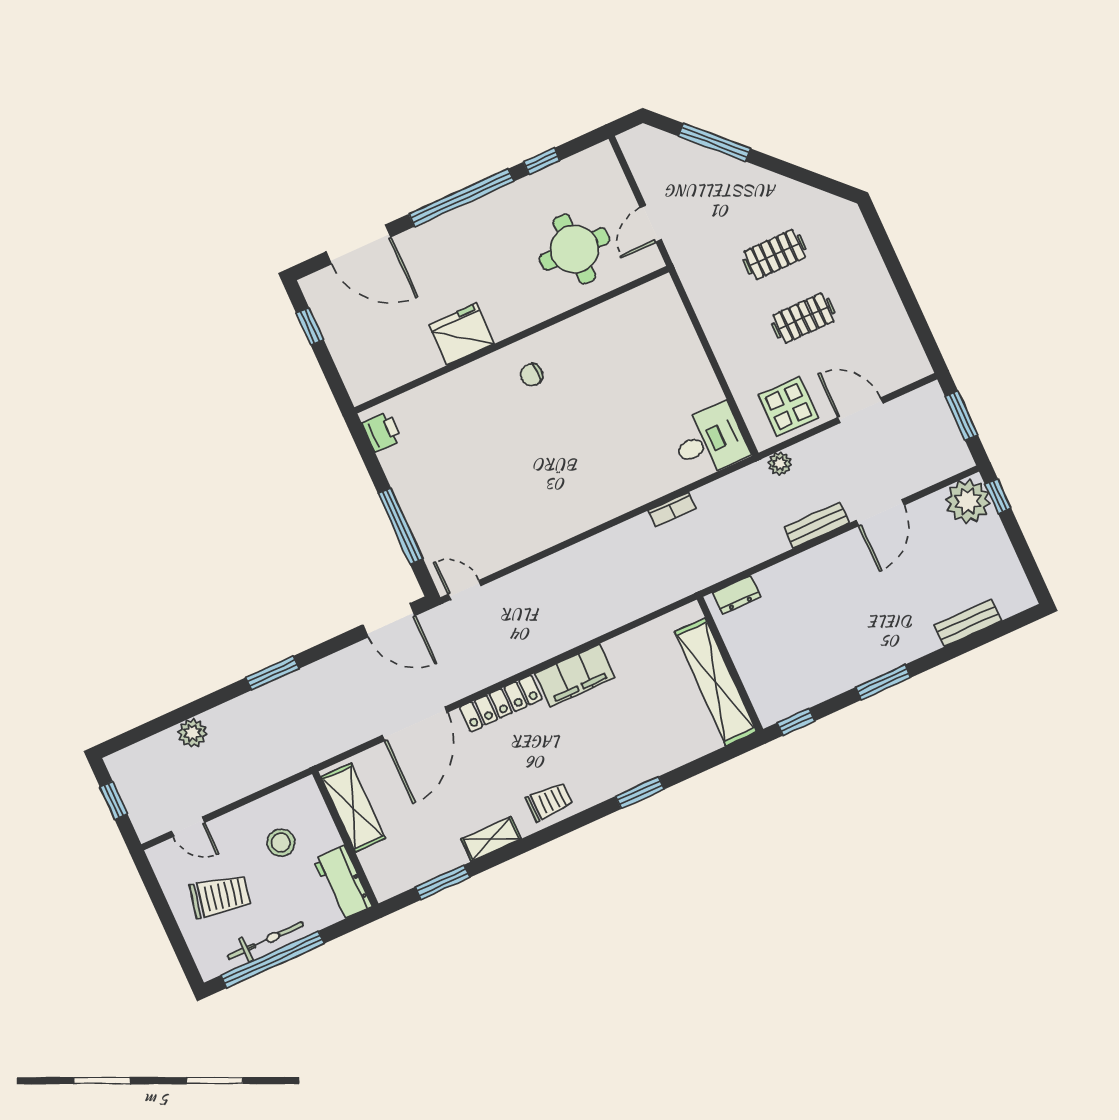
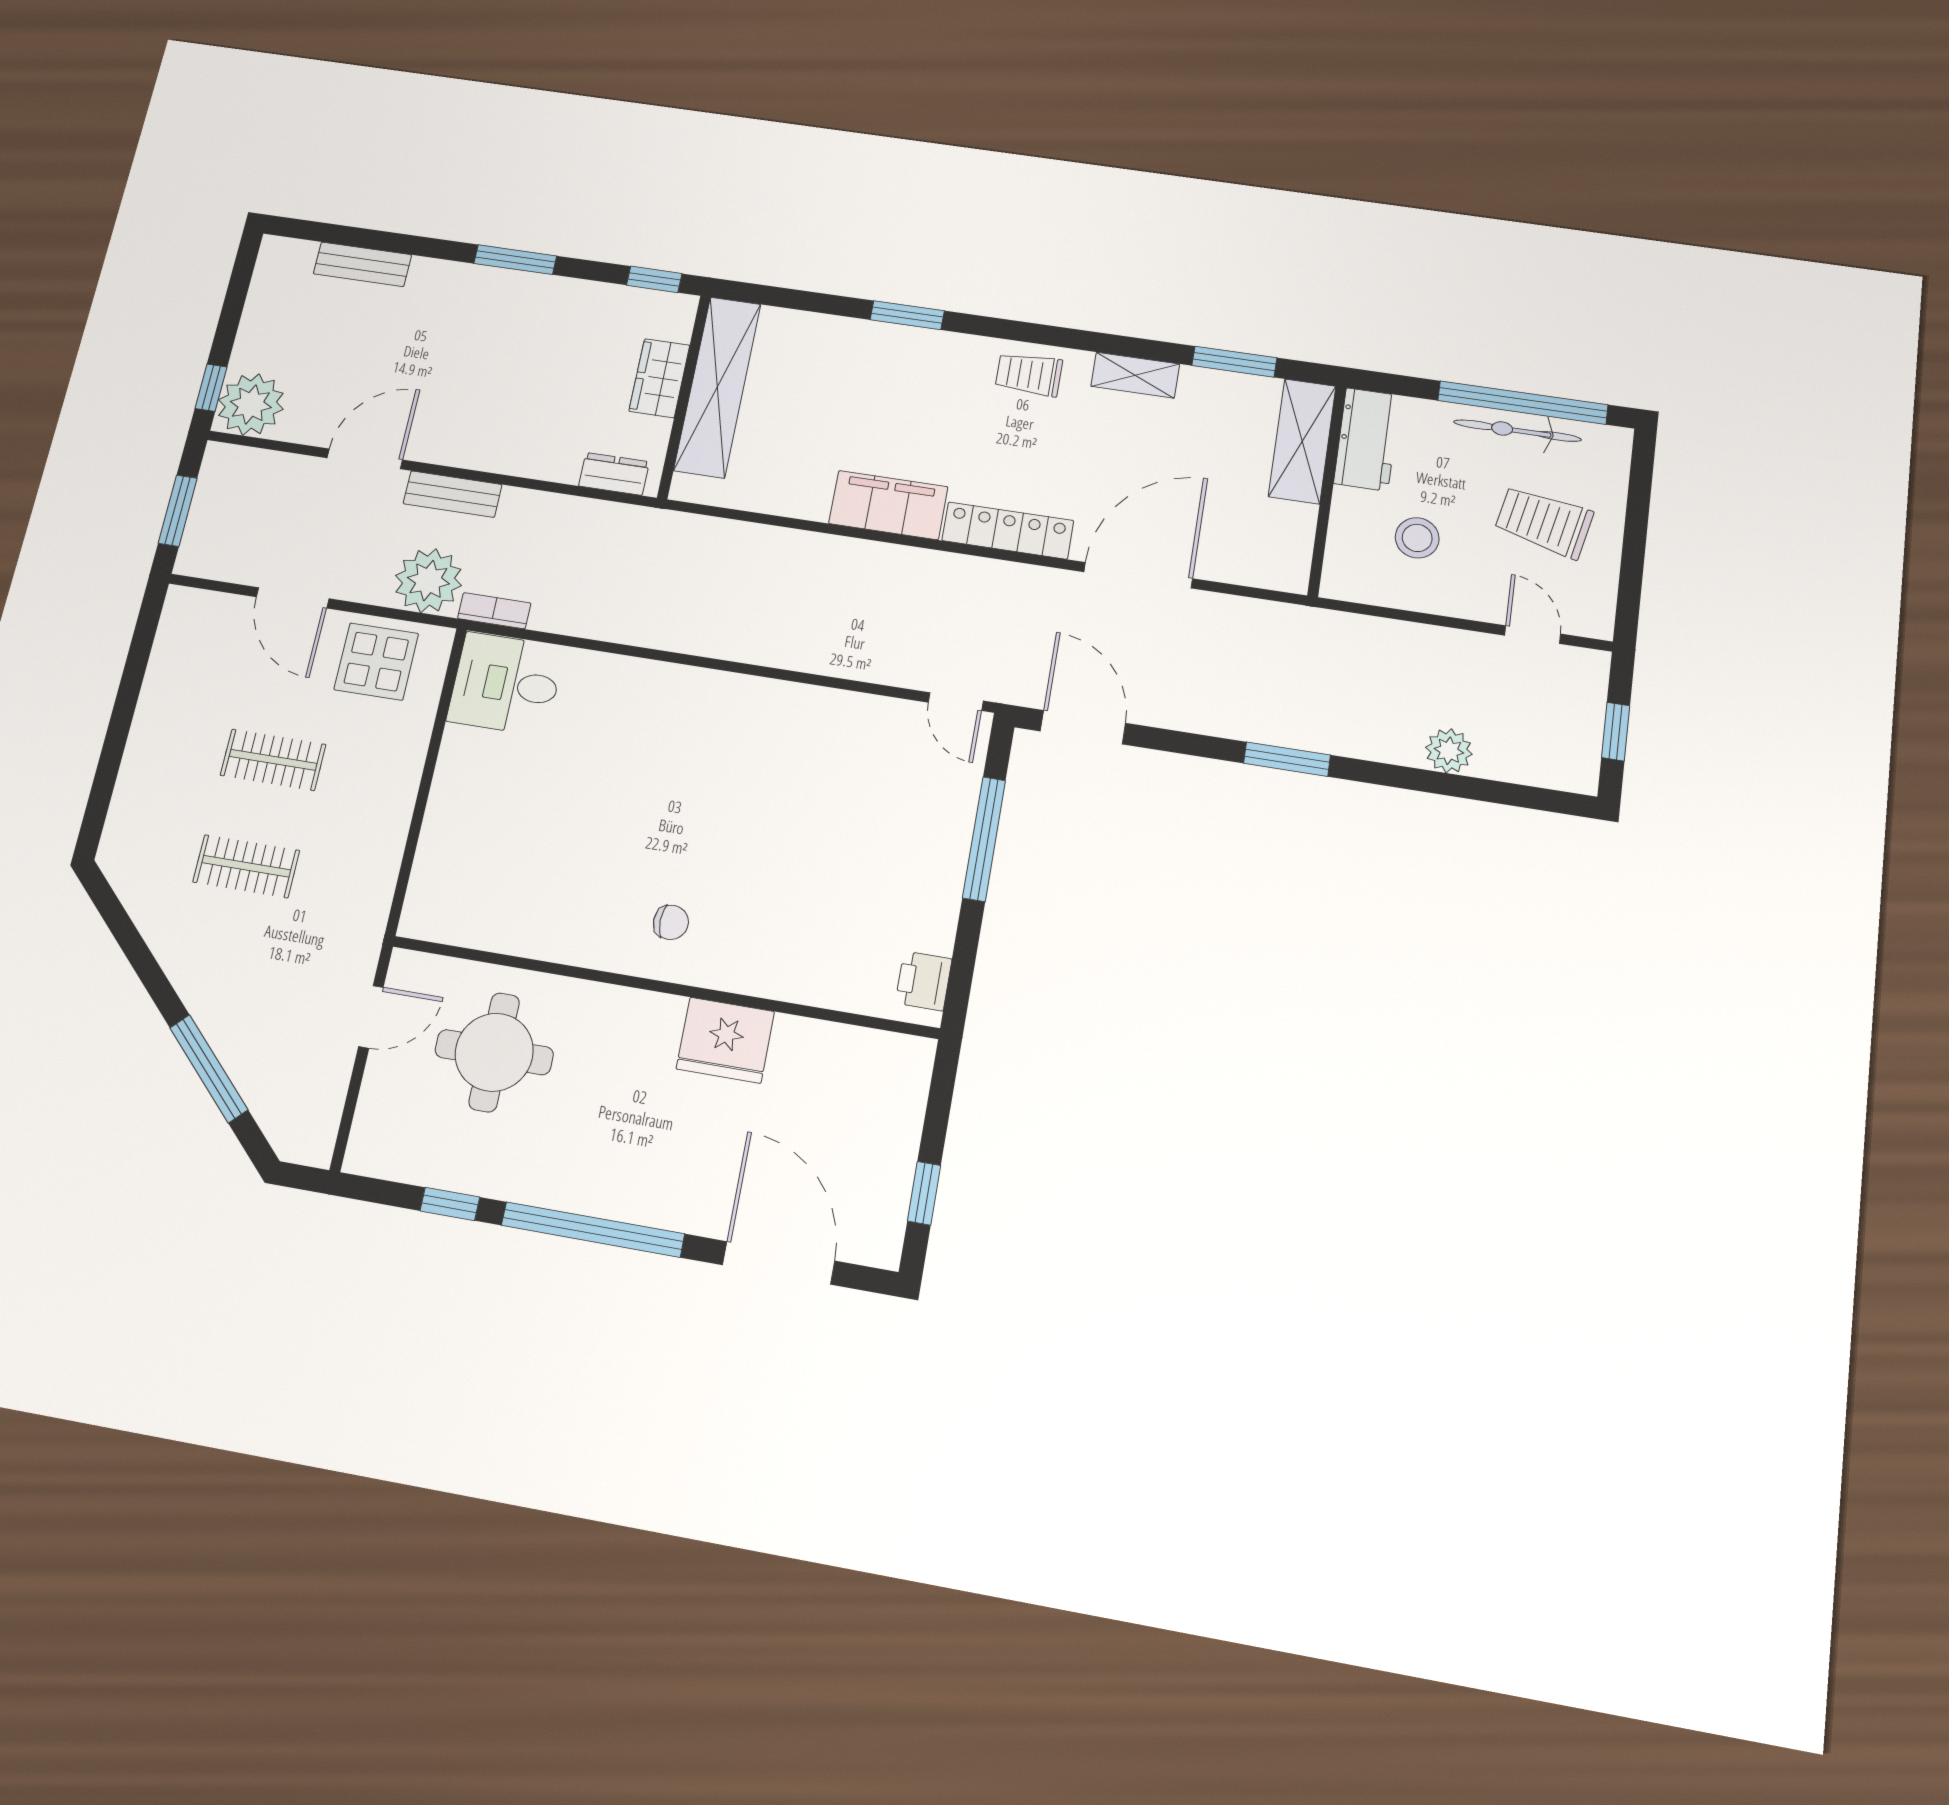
plant: (780, 464) -> (428, 581), width x1.88, depth x1.88
bookcase: (672, 509) -> (494, 611), moved
wardrobe: (751, 666) -> (659, 378), added
shelving: (353, 808) -> (1302, 441), moved

